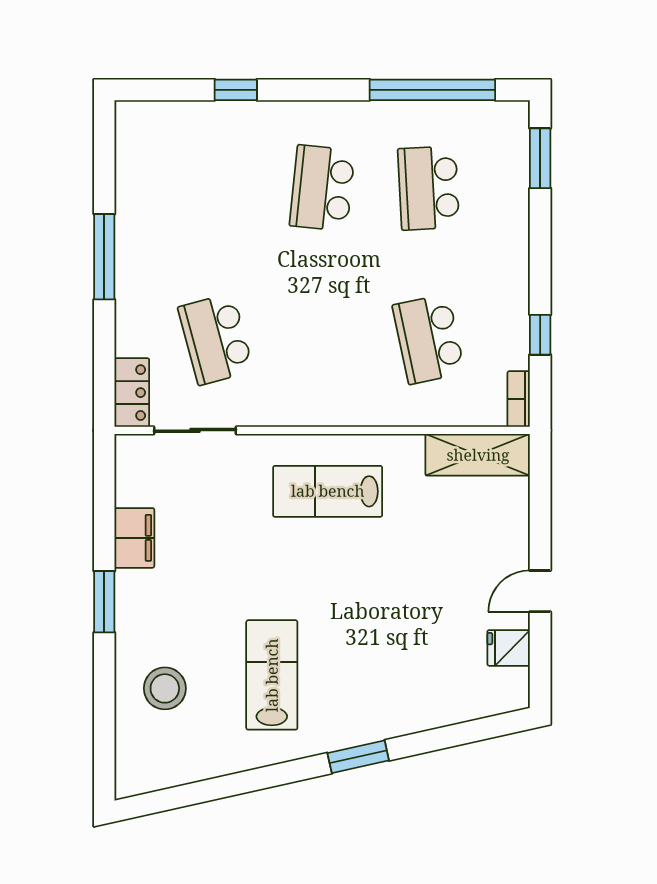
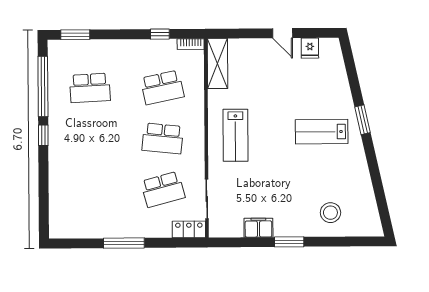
window: (236, 90) -> (43, 135), moved
school desk: (322, 188) -> (163, 138), moved
lab bench: (272, 675) -> (322, 132), moved

